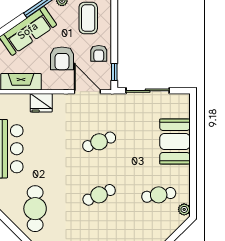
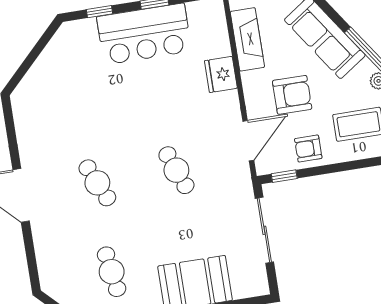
armchair: (62, 58) -> (292, 95), turned 180
cafe table: (35, 209) -> (62, 91), removed

